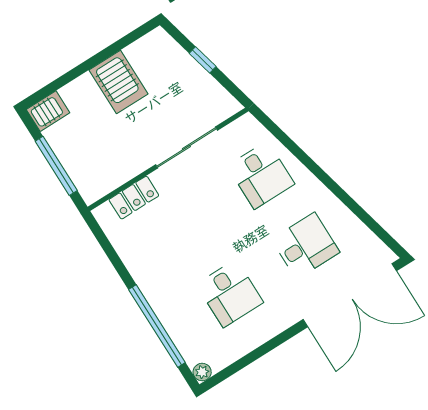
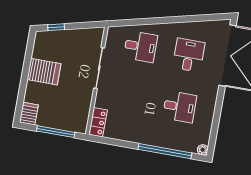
window: (203, 60) -> (56, 27), moved
locker: (134, 198) -> (98, 122), moved

